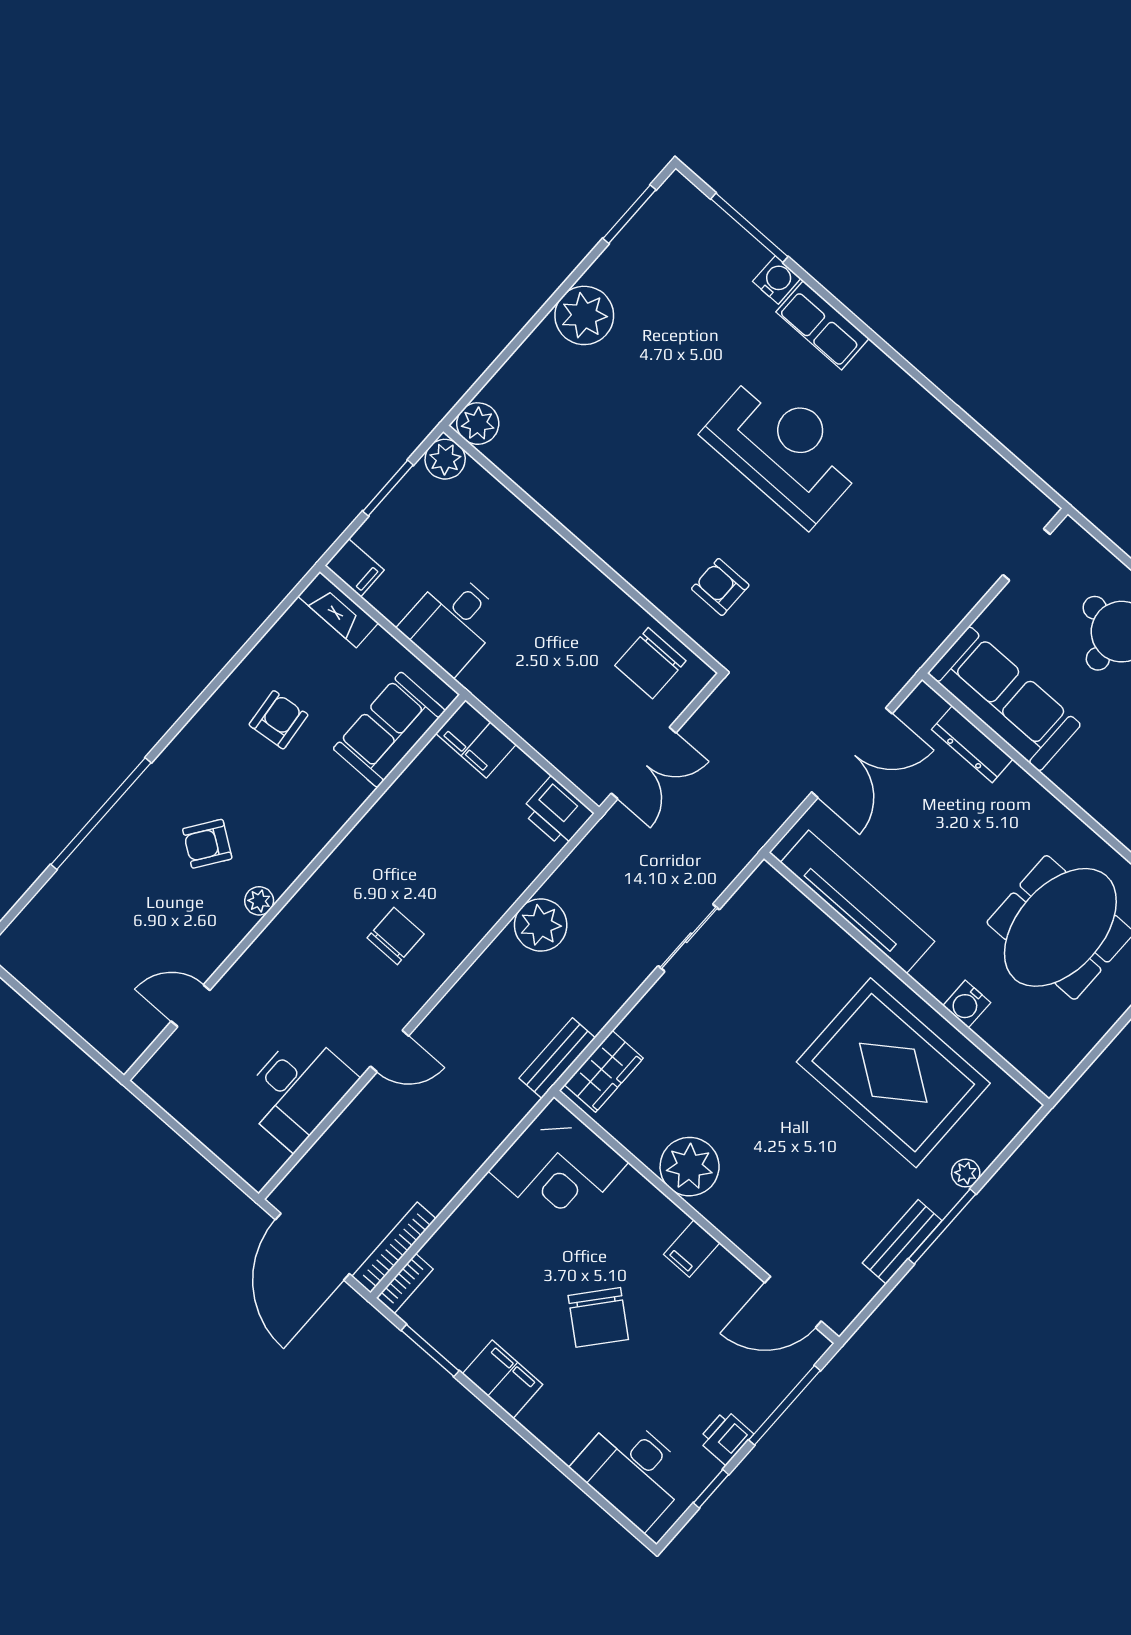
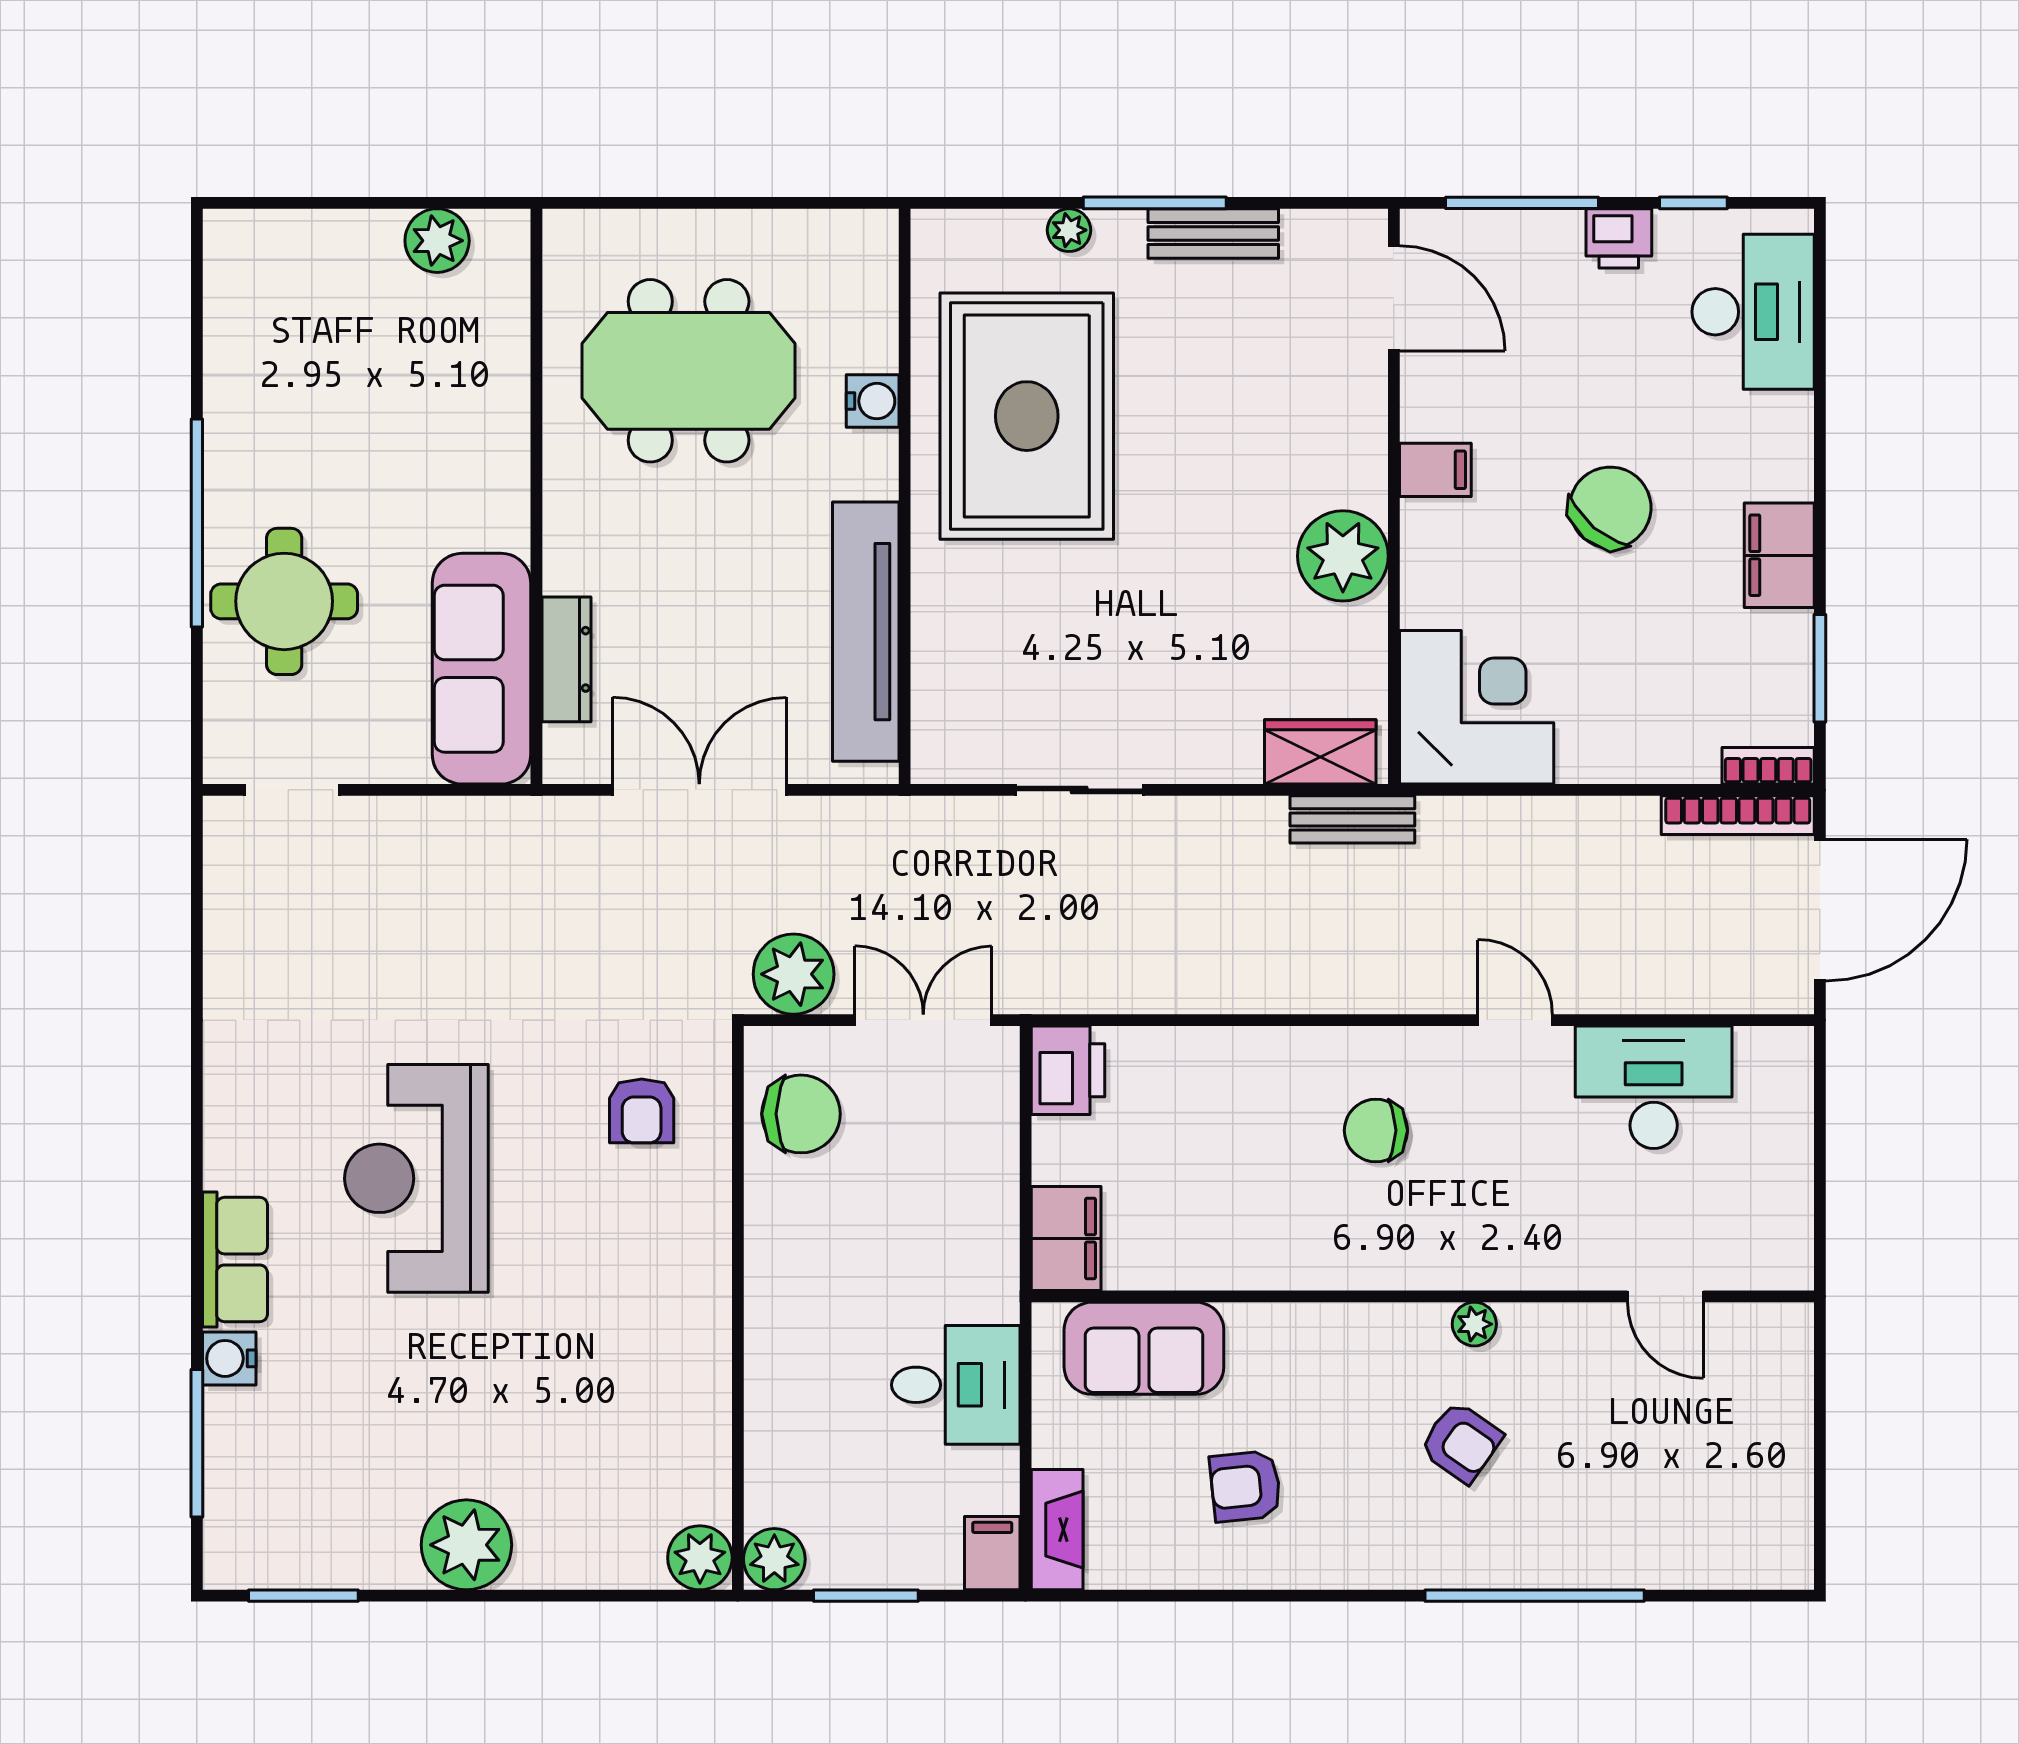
plant: (541, 925) -> (794, 974), moved

